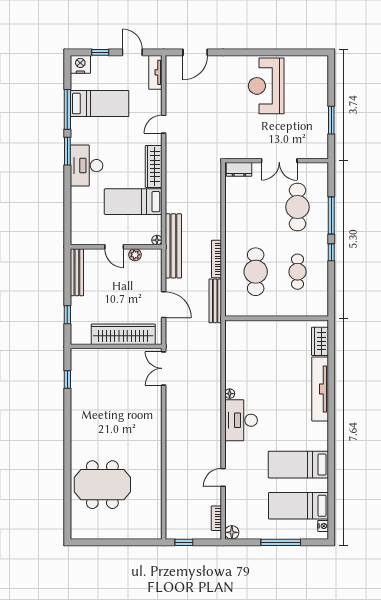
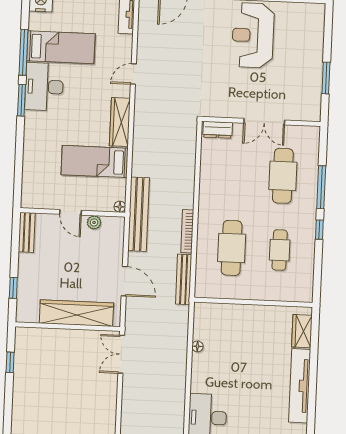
desk: (86, 166) -> (44, 87), moved
bench: (77, 272) -> (27, 232), width x0.73
floor lamp: (230, 394) -> (197, 346), moved

